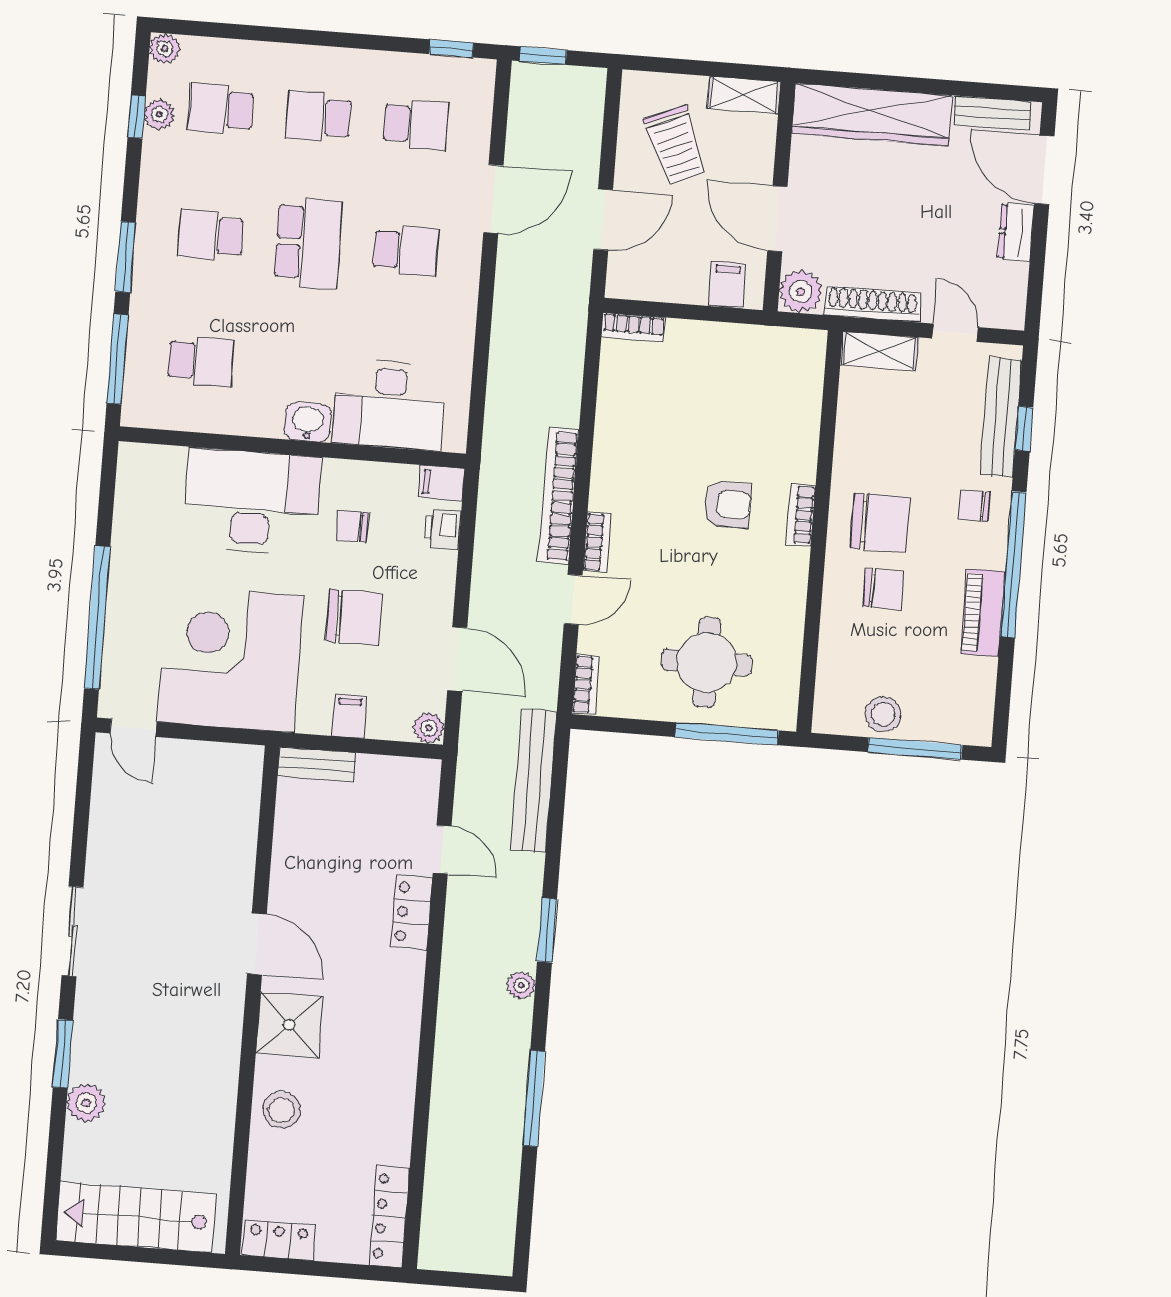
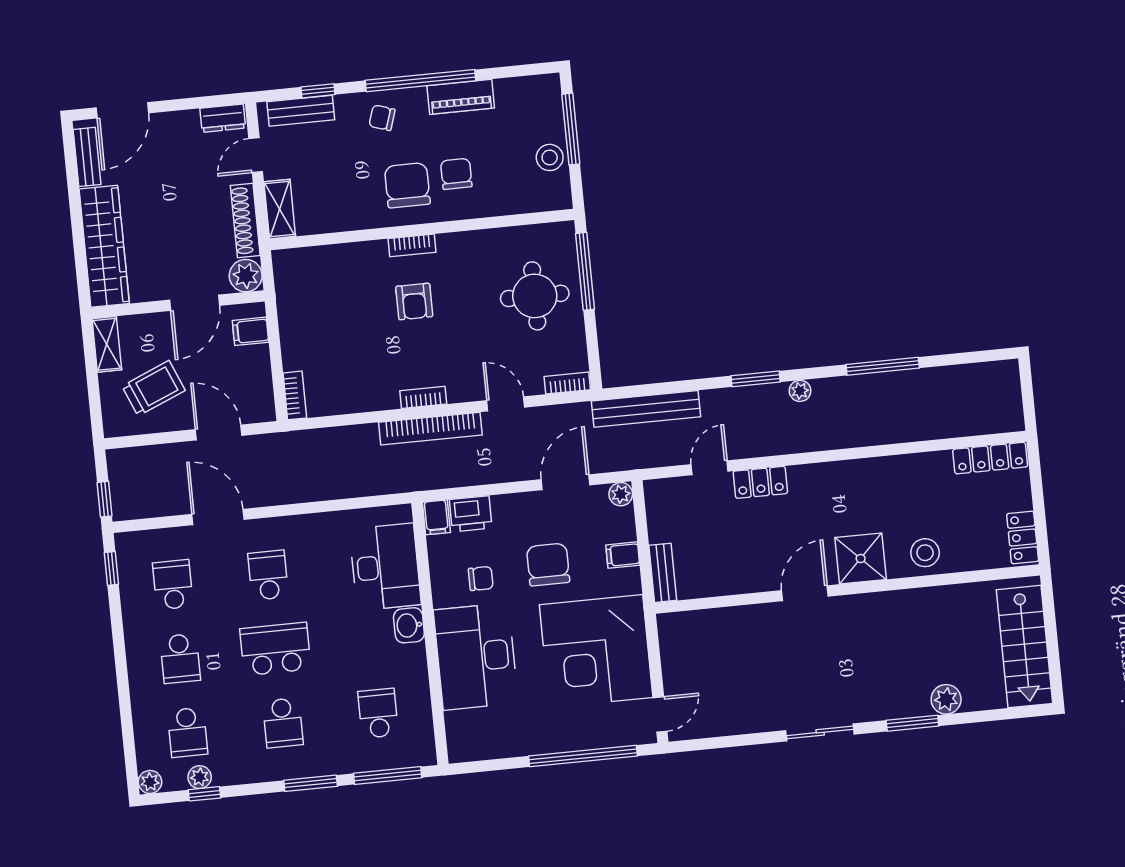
dresser: (1016, 232) -> (223, 118), moved
bench: (1001, 417) -> (301, 111), width x0.73
armchair: (728, 505) -> (414, 302), turned 180
chair: (974, 506) -> (382, 118), turned 108
chair: (352, 526) -> (481, 578), turned -90
printer: (443, 529) -> (471, 514), width x1.36, depth x1.24
bookcase: (597, 542) -> (423, 397), moved

